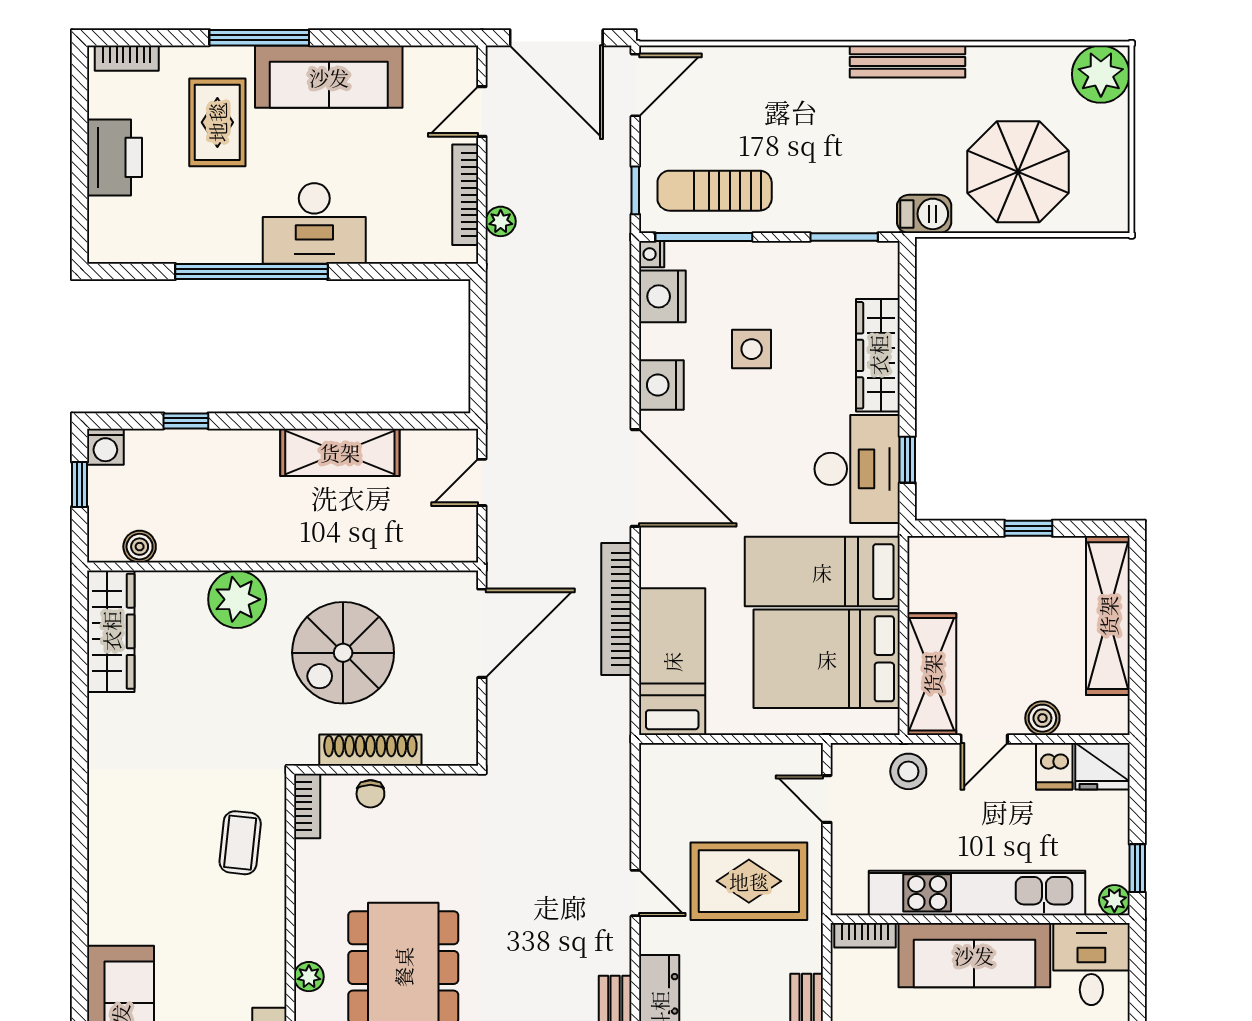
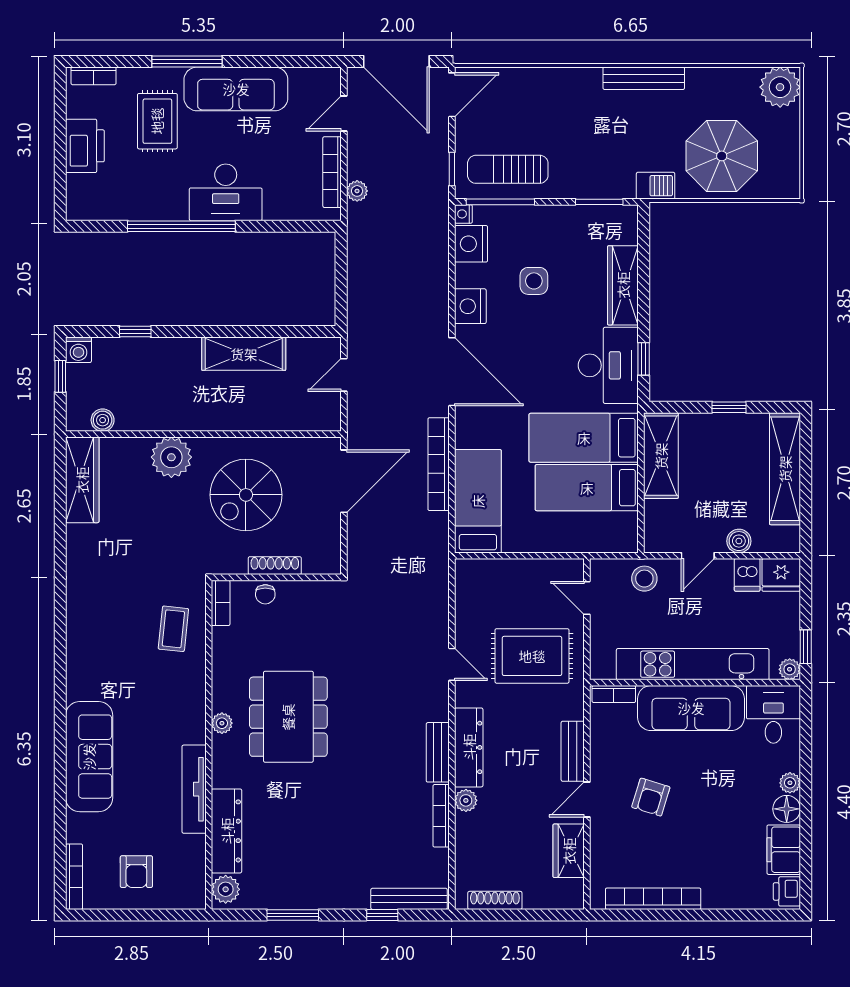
bed: (827, 659) -> (587, 488), width x0.67
shelving: (932, 674) -> (661, 456), moved
shoe rack: (370, 750) -> (275, 566), width x0.74, depth x0.81

